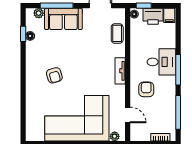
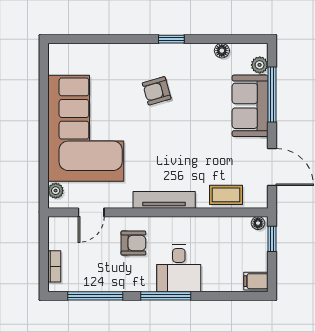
printer: (153, 16) -> (254, 254), removed
window: (23, 34) -> (171, 39), moved
tv unit: (120, 71) -> (164, 200), width x1.41

